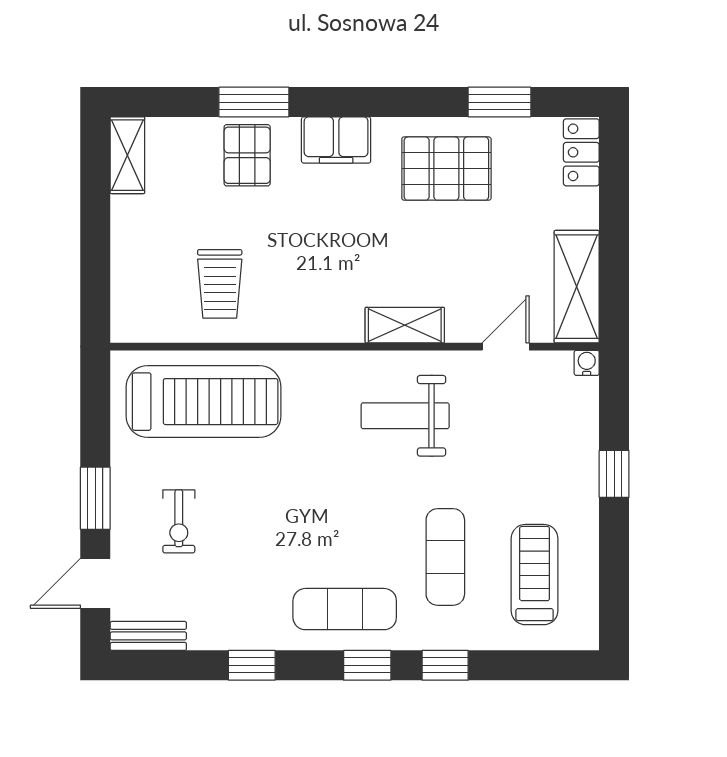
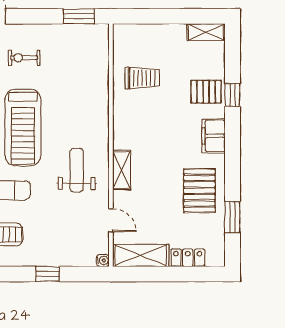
window: (254, 102) -> (232, 95), width x0.67
locker: (581, 152) -> (188, 258), moved
trolley: (220, 284) -> (142, 78), turned 180
treadmill: (204, 402) -> (23, 128), moved
window: (95, 498) -> (79, 16), moved

